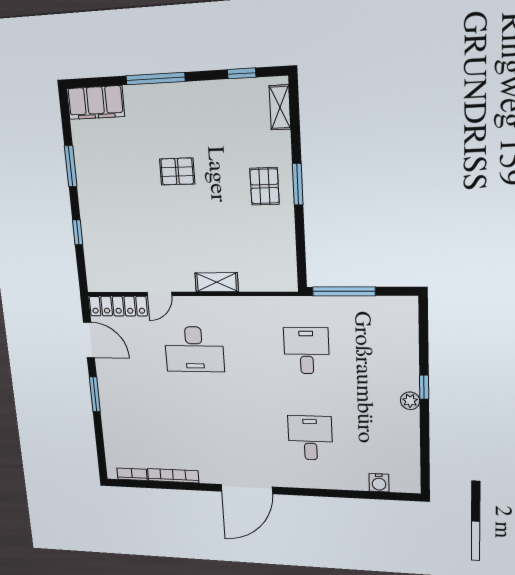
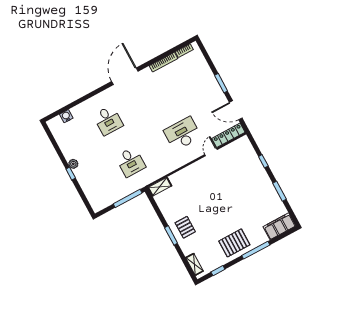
pallet: (177, 171) -> (234, 243), moved, width x1.50, depth x1.42
shelving: (217, 282) -> (160, 187), moved

